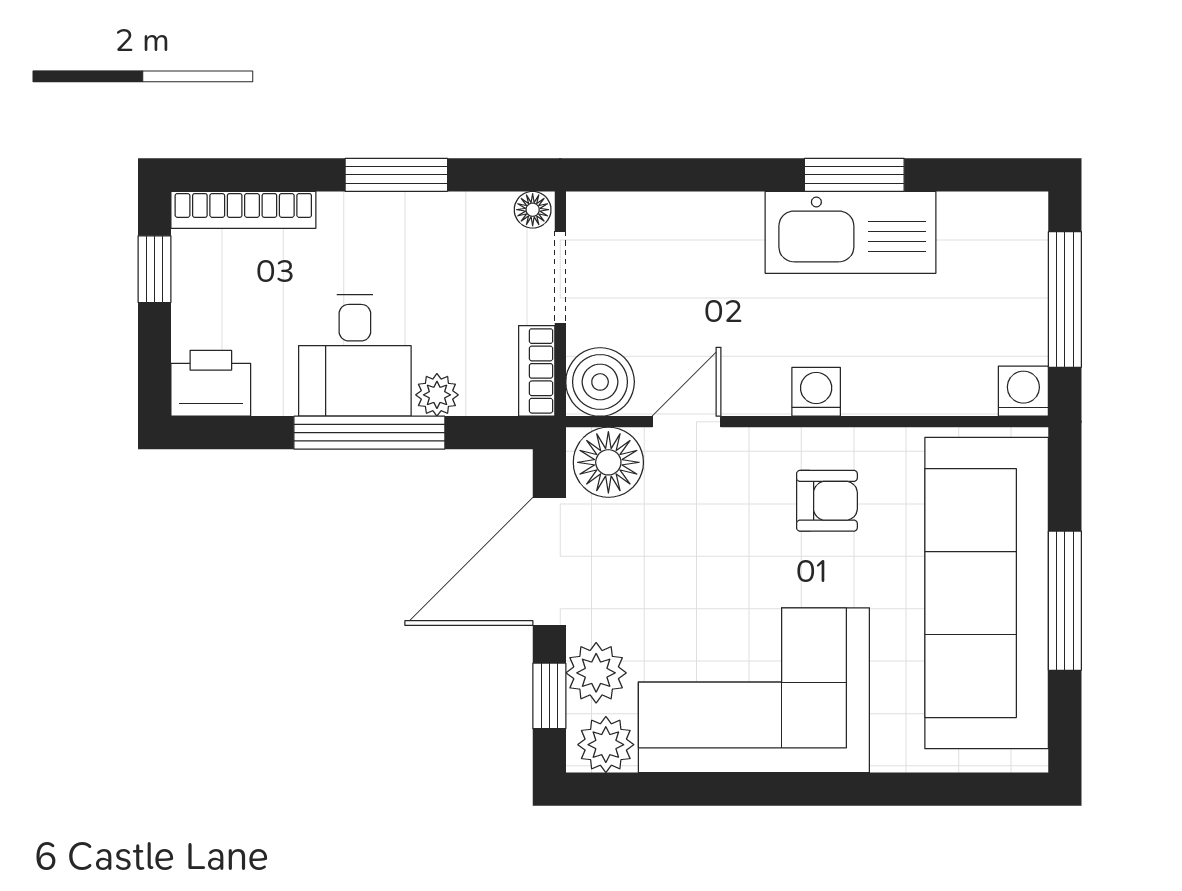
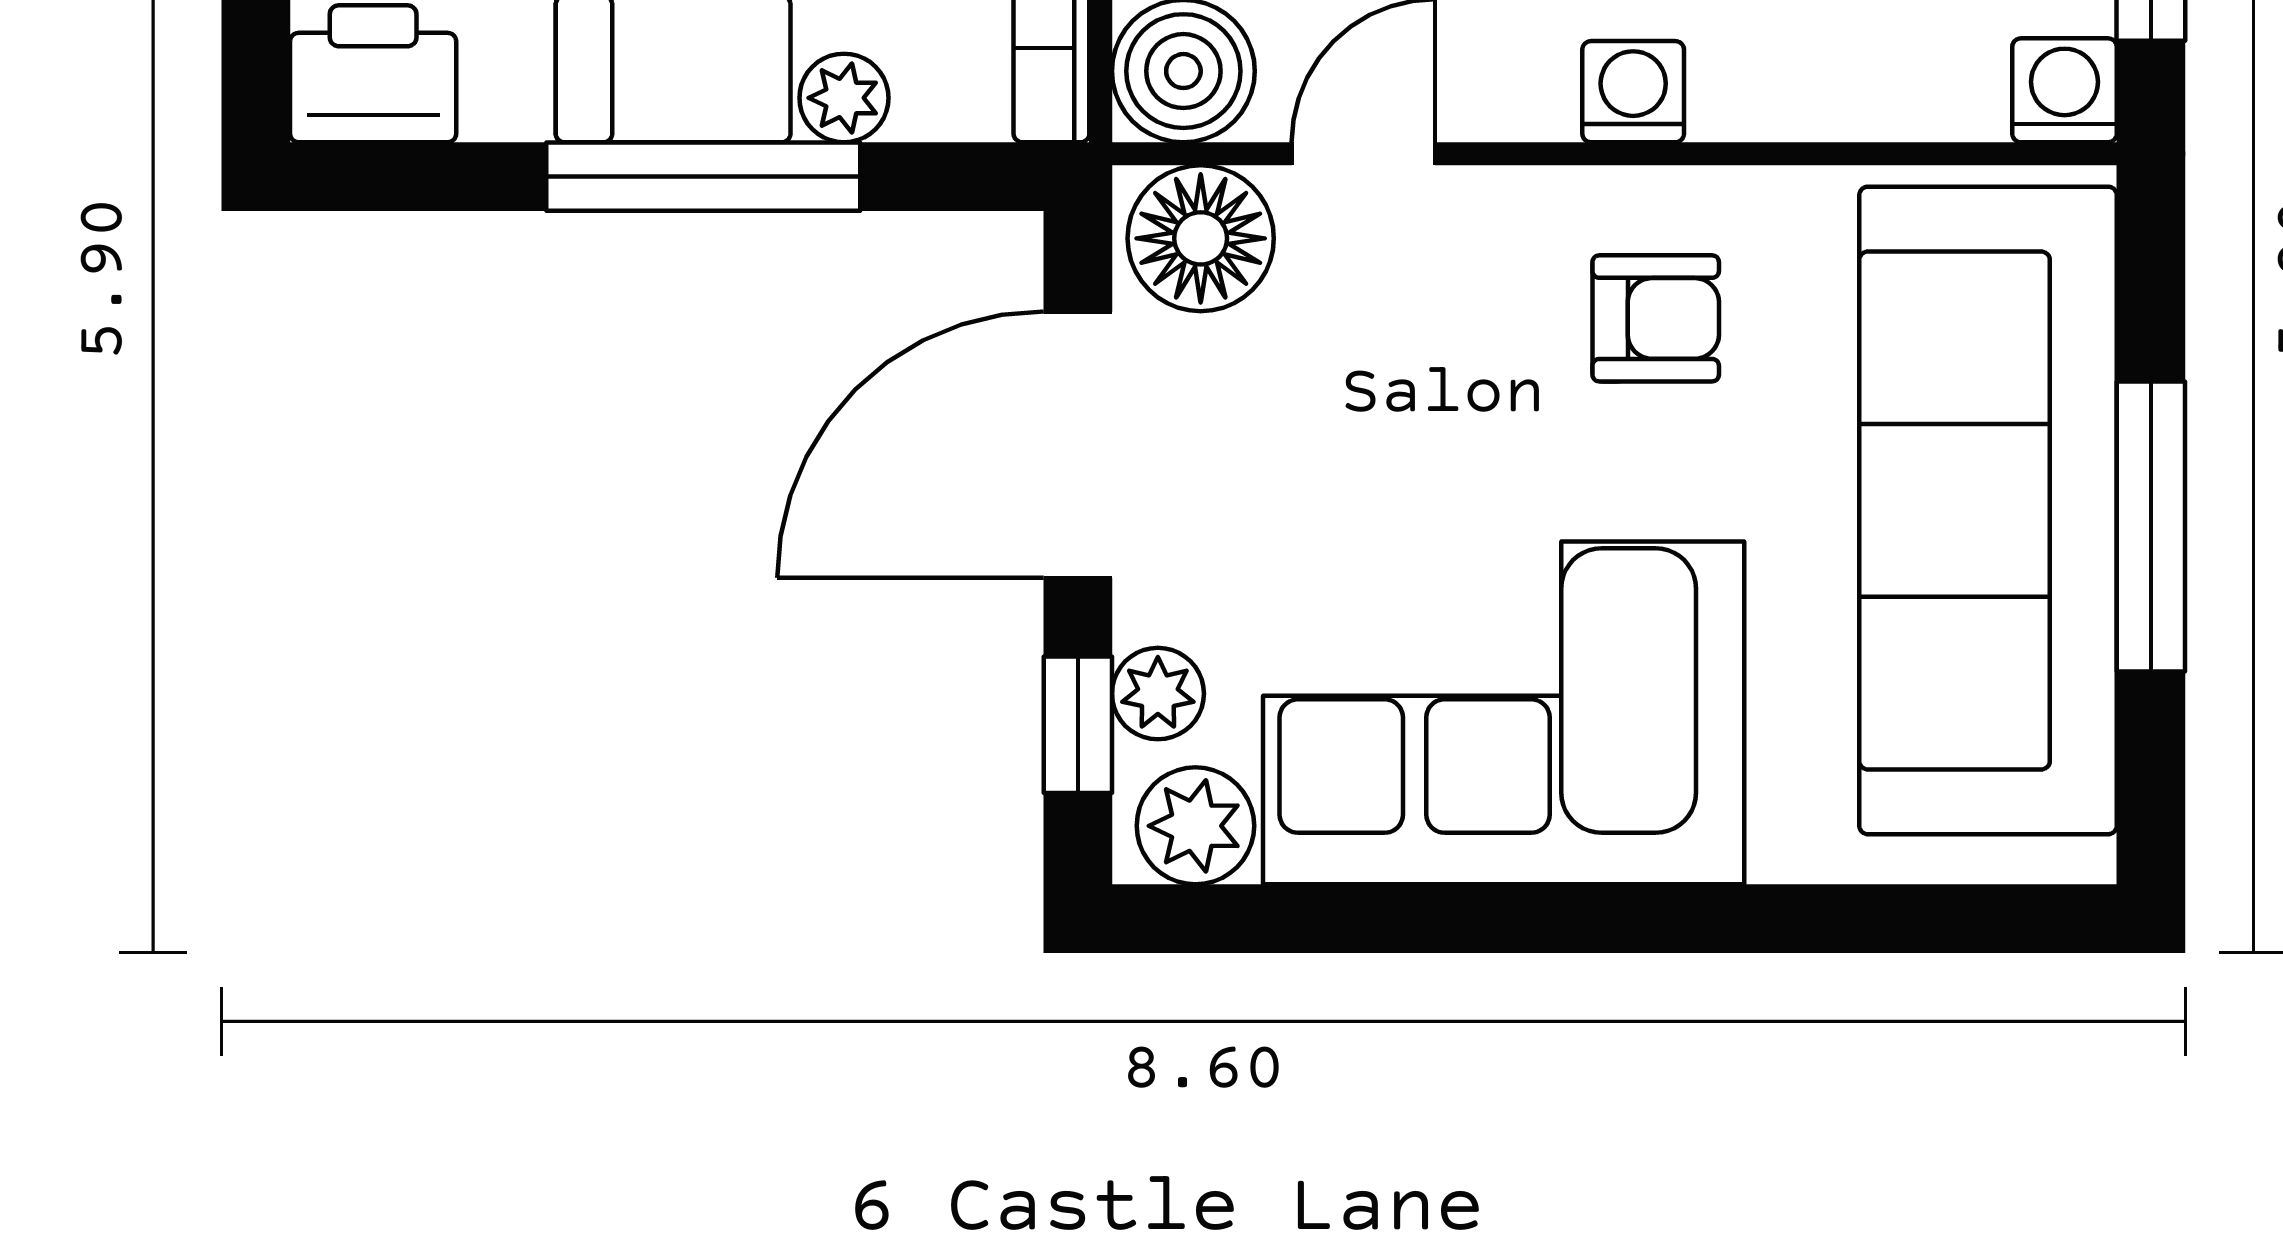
plant: (596, 673) -> (1158, 694), width x0.73, depth x0.73

